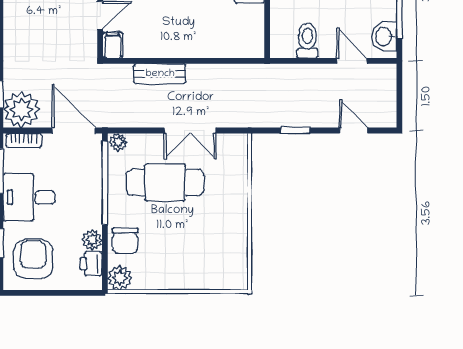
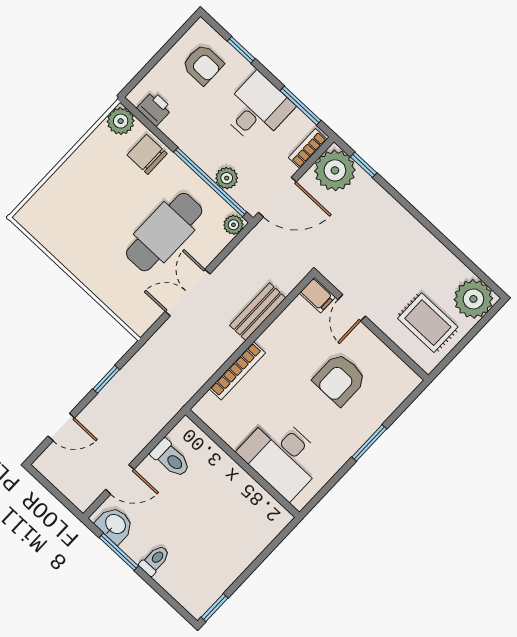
bookcase: (210, 51) -> (237, 371), added
plant: (92, 240) -> (227, 178), moved
armchair: (33, 259) -> (203, 64), width x0.72, depth x0.72

